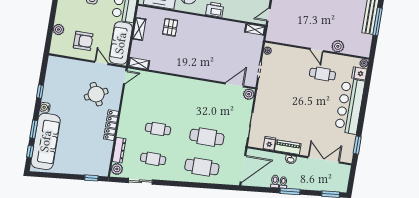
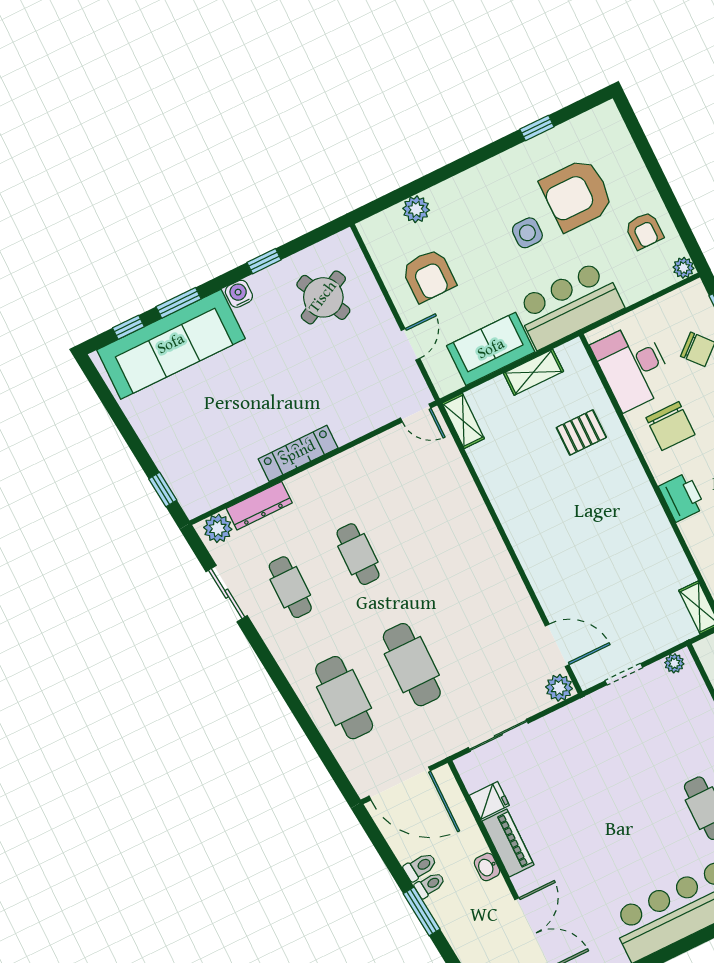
sofa: (121, 43) -> (491, 349), width x0.73
round table: (96, 94) -> (323, 297), moved

